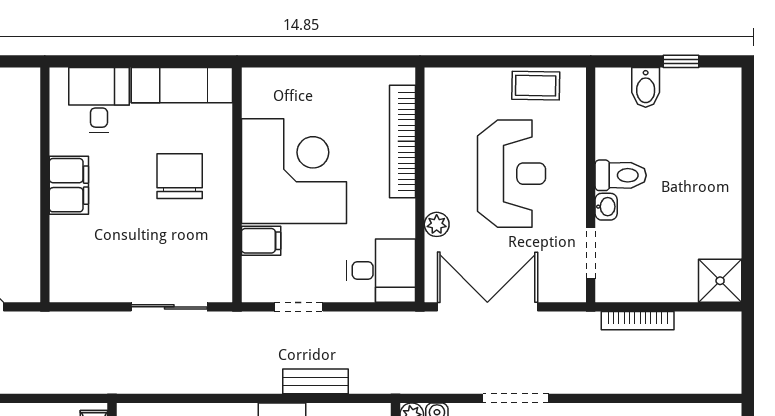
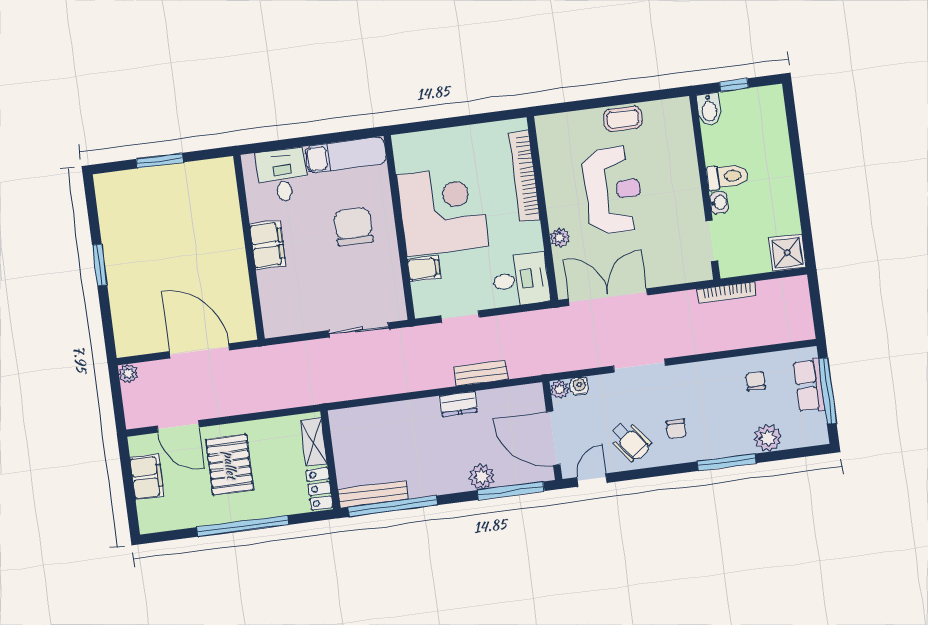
toilet: (621, 175) -> (727, 177), moved
wall: (591, 185) -> (705, 187), moved
washbasin: (606, 207) -> (719, 203), moved
doorway: (591, 253) -> (712, 241), moved

